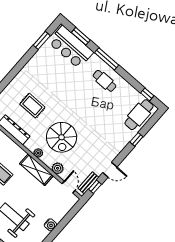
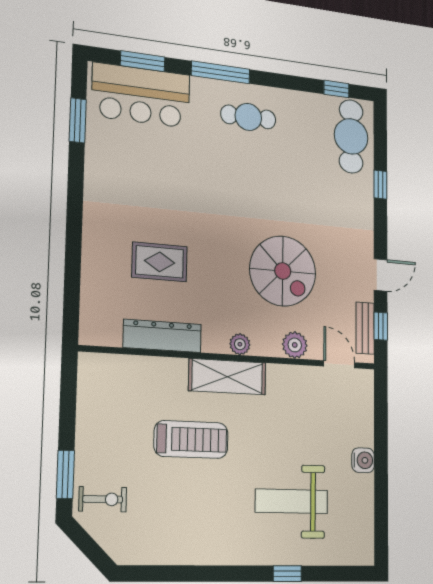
spiral stairs: (62, 137) -> (283, 271), moved
shelving: (36, 170) -> (227, 377), moved

